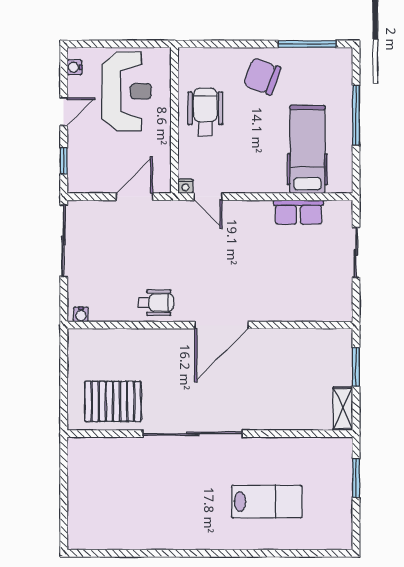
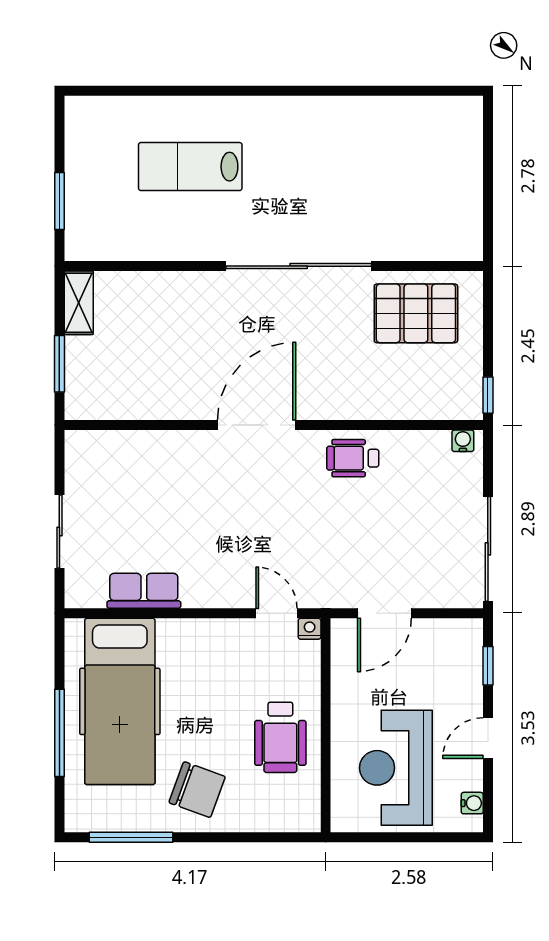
hospital bed: (307, 149) -> (120, 701), width x1.37, depth x1.29
window: (64, 346) -> (488, 395), added

